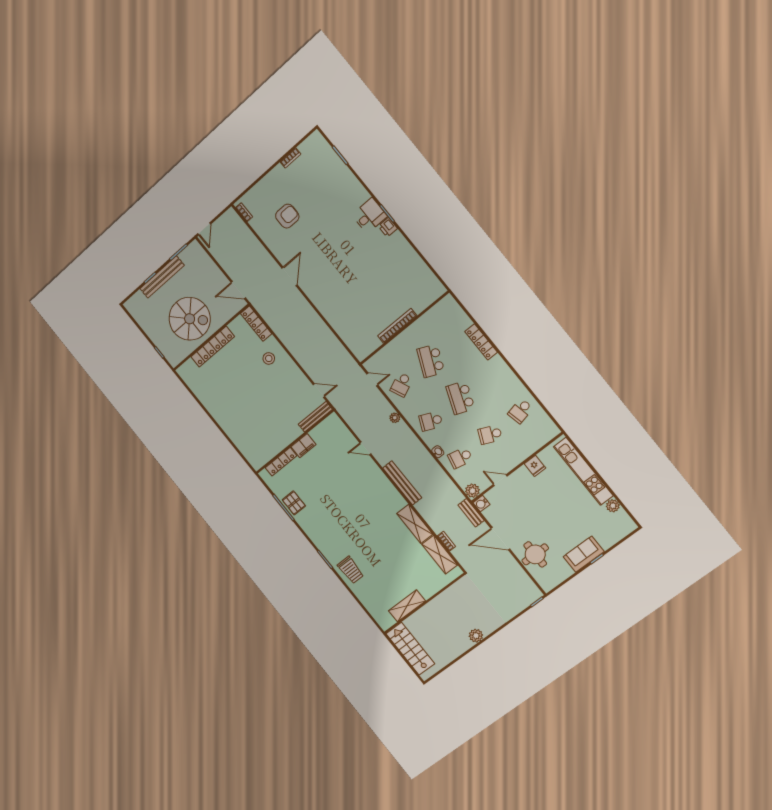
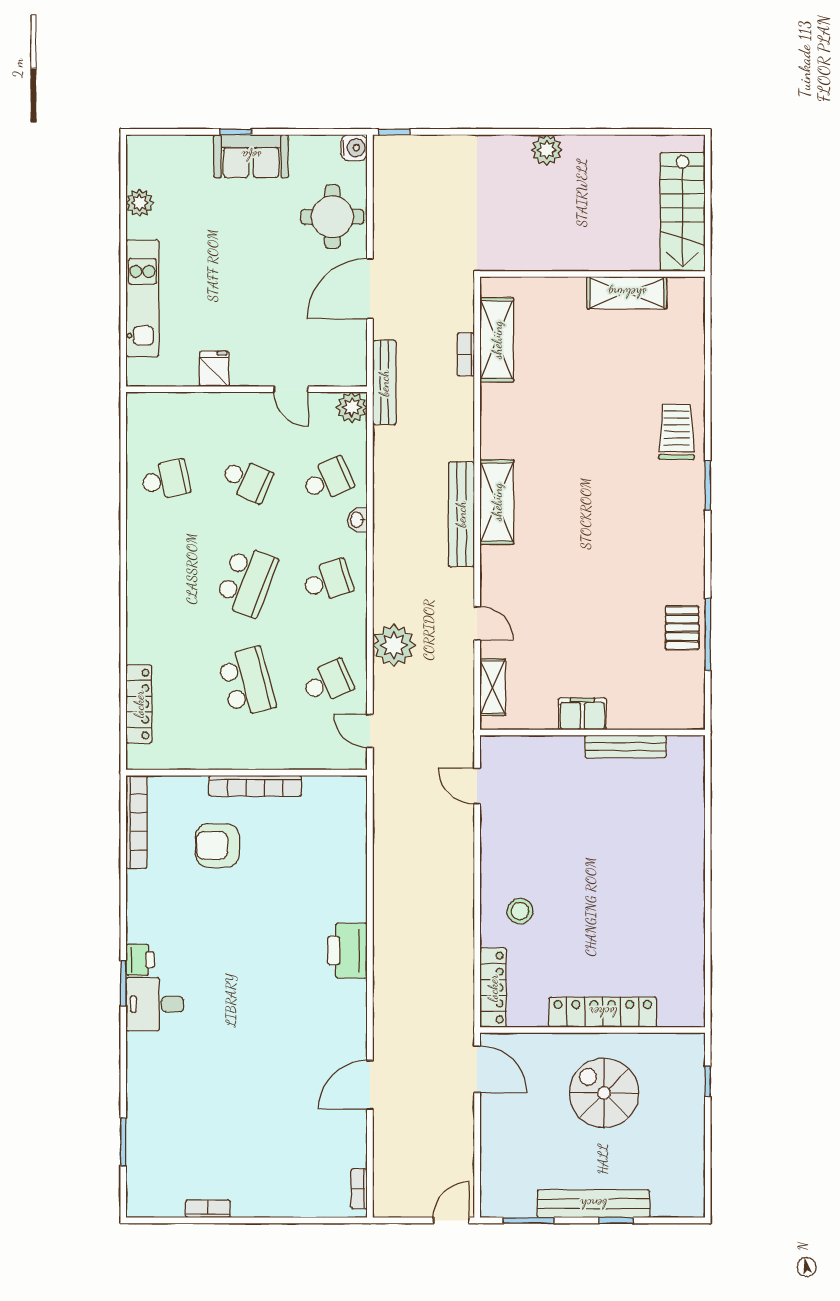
armchair: (287, 216) -> (217, 845), moved
door: (289, 276) -> (370, 1085), moved
bookcase: (430, 277) -> (136, 822), added
printer: (317, 294) -> (348, 951), added
spiral stairs: (190, 319) -> (604, 1093), width x0.73, depth x0.73
locker: (481, 342) -> (139, 704), moved
school desk: (431, 361) -> (247, 682), turned -39
bench: (315, 417) -> (626, 747), moved
plant: (395, 418) -> (394, 645), width x1.87, depth x1.87
school desk: (431, 421) -> (328, 581), turned -42
shelving: (342, 430) -> (493, 687), added
school desk: (460, 458) -> (328, 480), turned -36
locker: (281, 462) -> (646, 717), removed
kitchen unit: (583, 471) -> (142, 298), width x0.73
water cooler: (481, 504) -> (354, 148), moved
bench: (471, 513) -> (384, 383), width x1.36
shelving: (415, 524) -> (497, 502), moved
door: (500, 539) -> (370, 289), swing flipped

